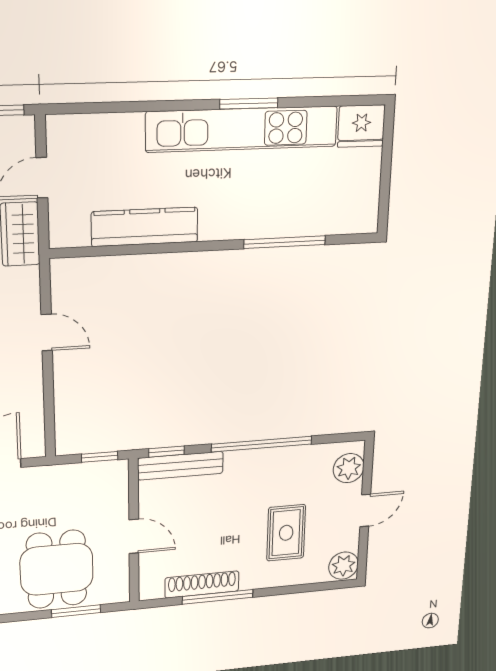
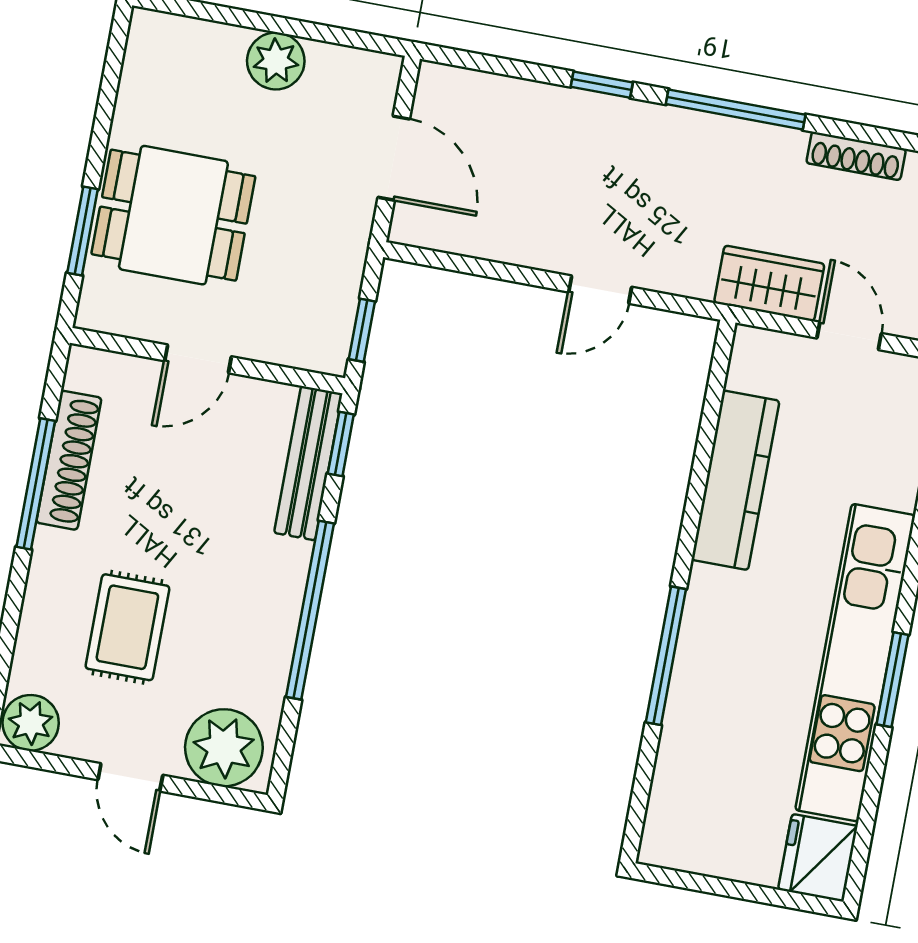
window: (285, 242) -> (666, 656), moved
plant: (349, 468) -> (224, 748), width x1.36, depth x1.36
rug: (286, 533) -> (127, 627), turned 90

